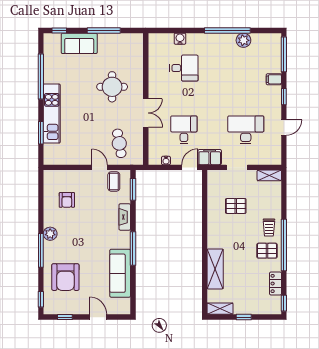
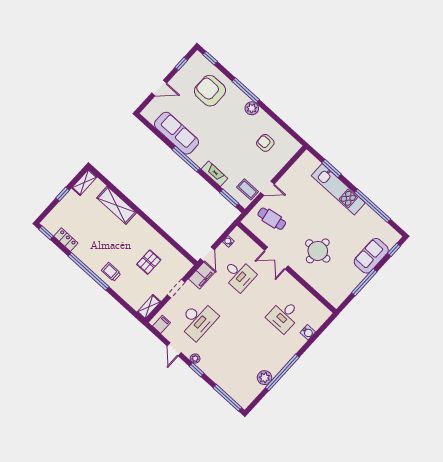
filing cabinet: (274, 79) -> (161, 324), moved
plant: (277, 105) -> (195, 359), added
pallet: (267, 251) -> (95, 255), removed

